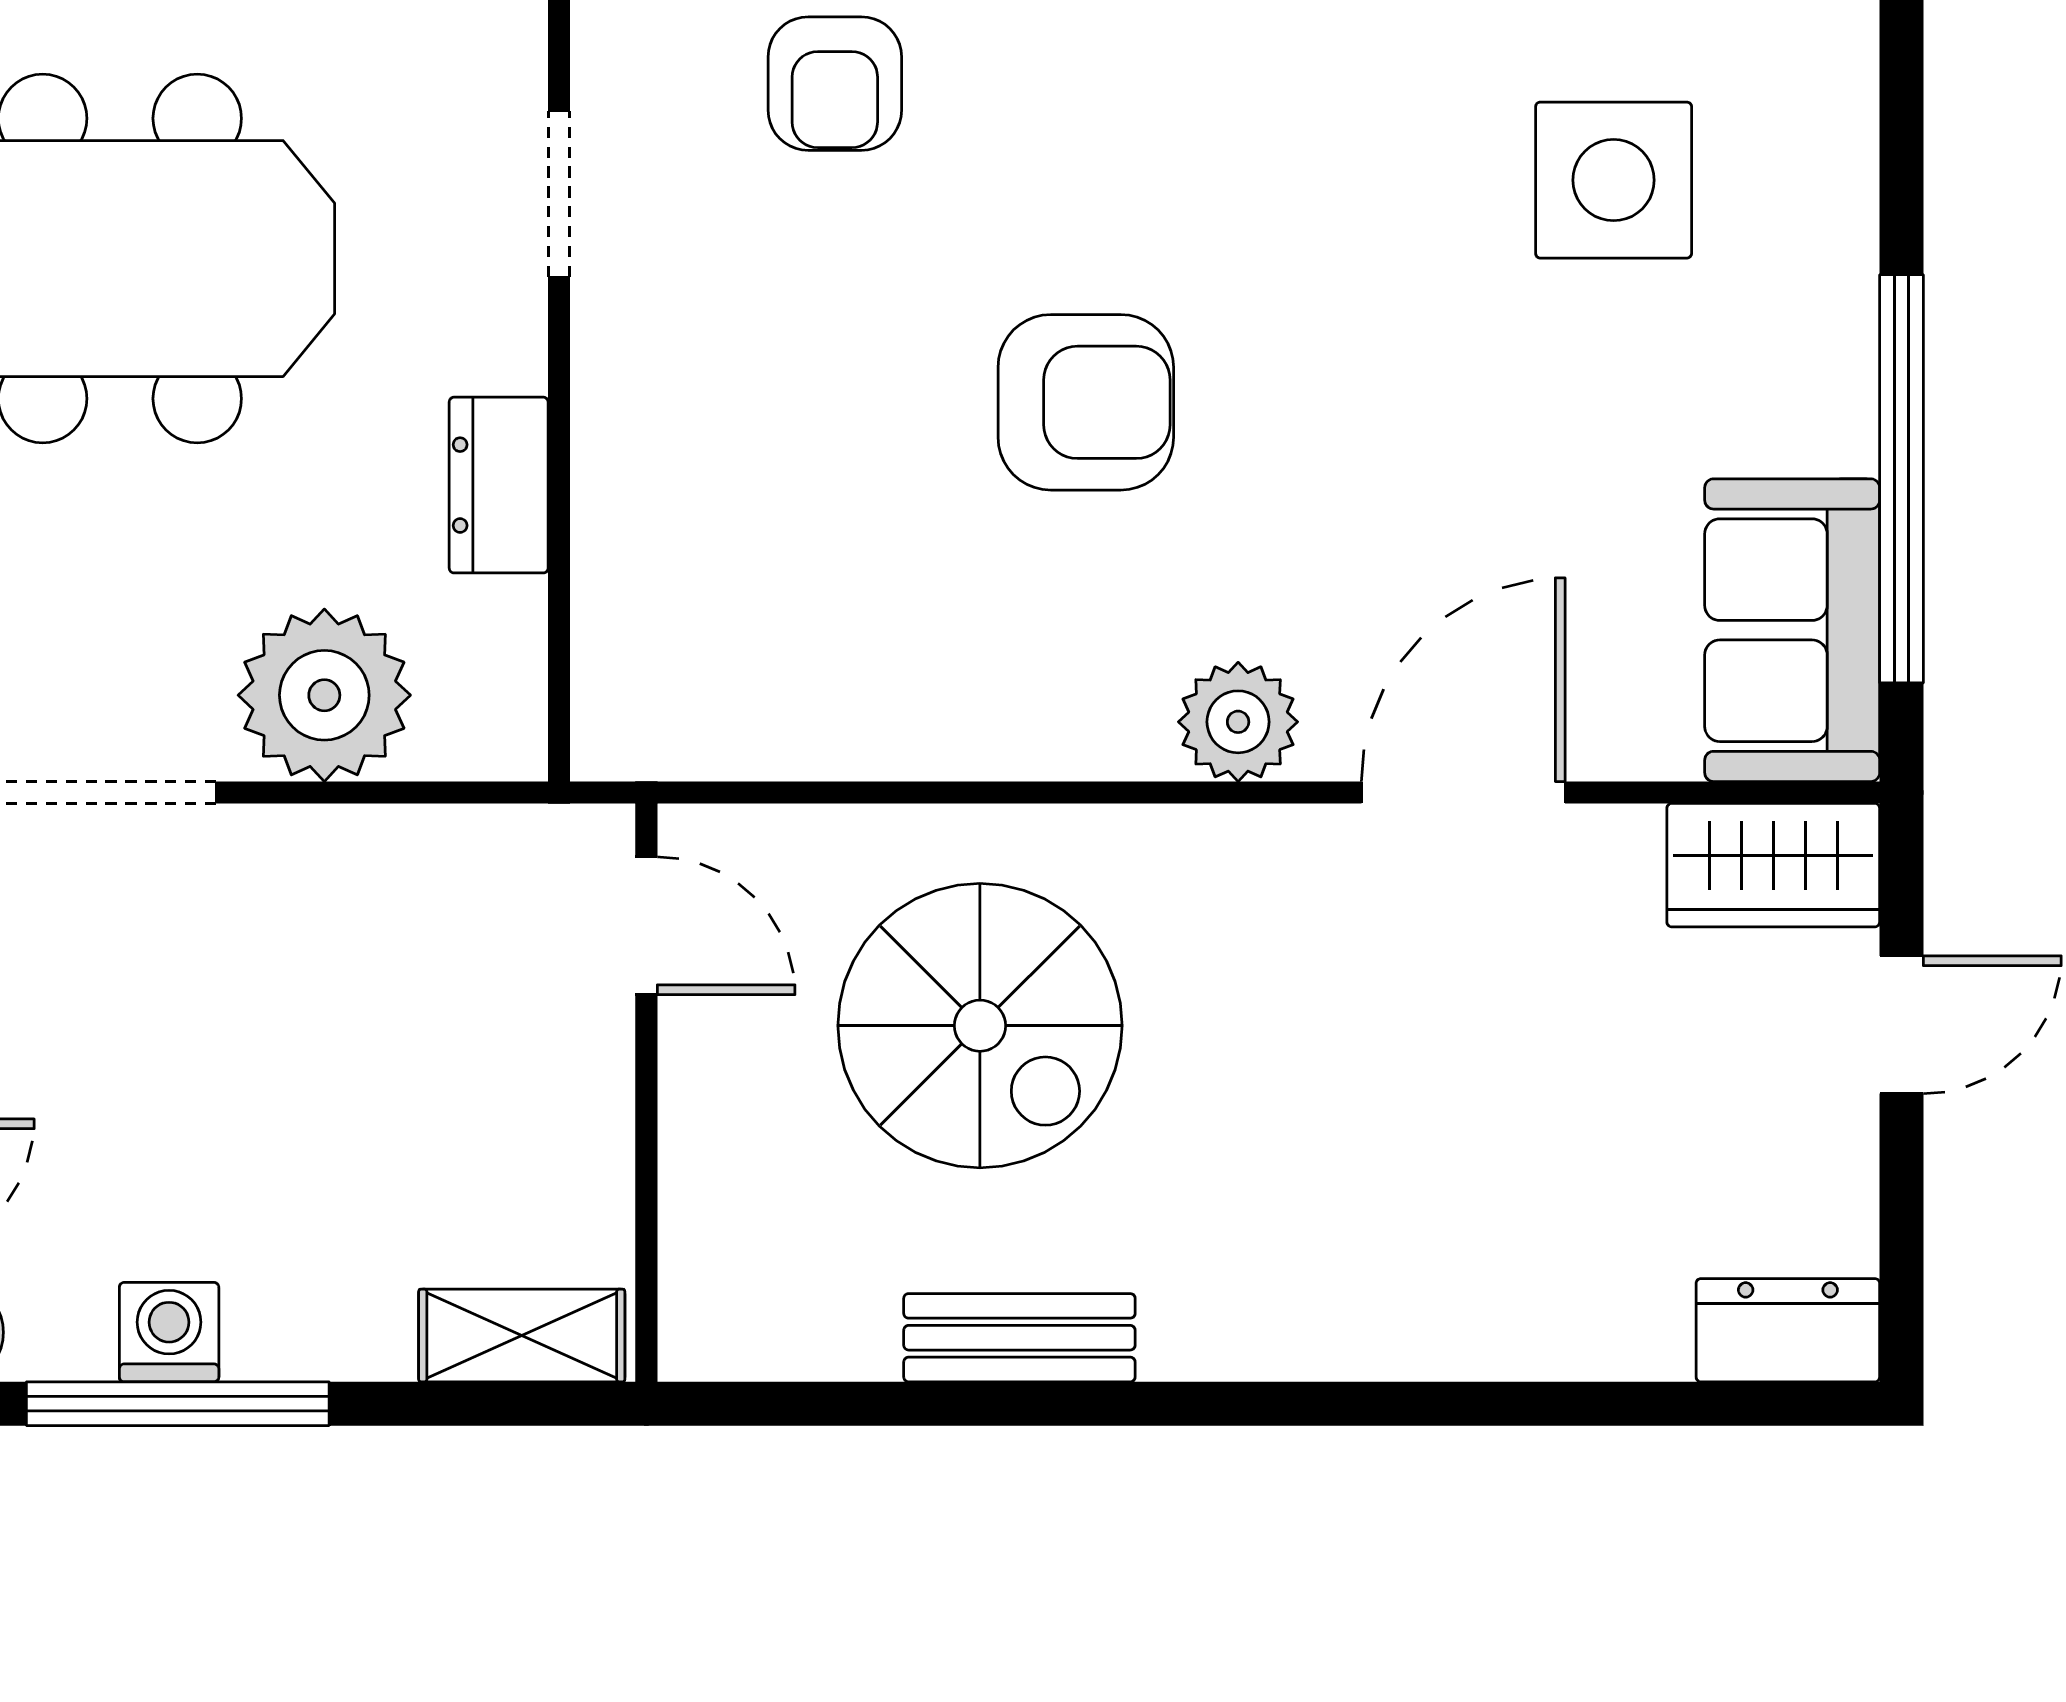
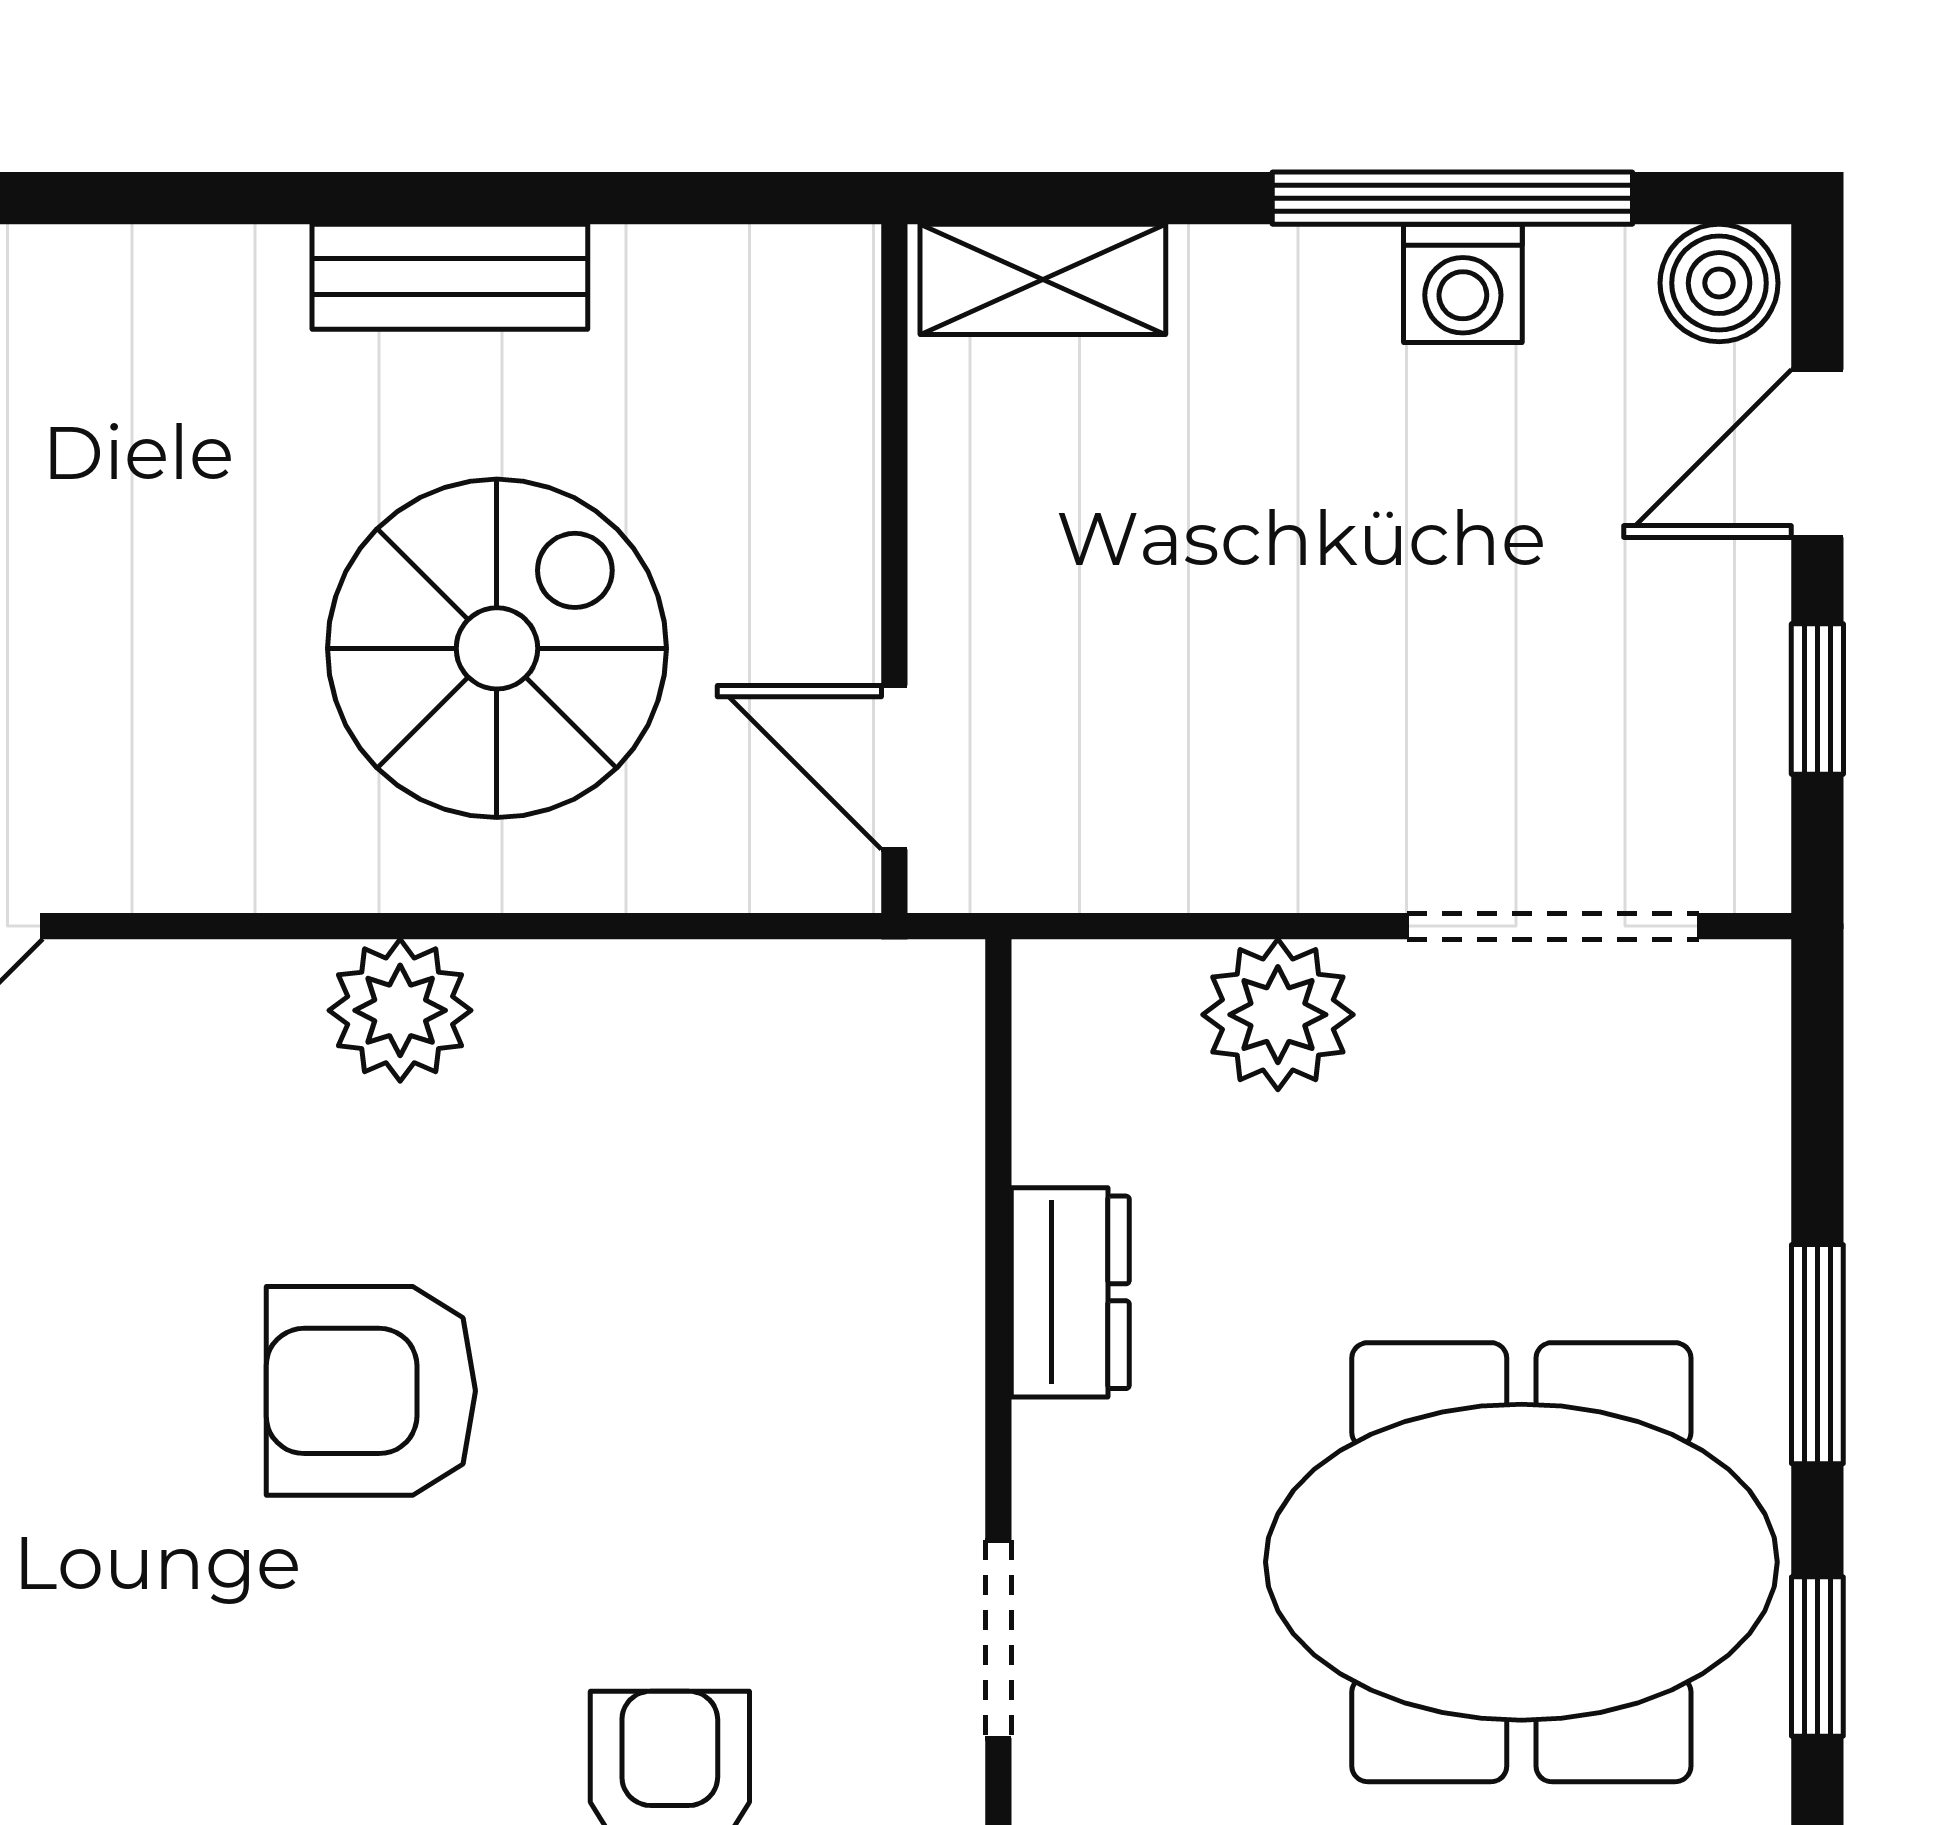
plant: (324, 695) -> (1278, 1015), width x0.73, depth x0.73
plant: (1238, 722) -> (400, 1010), moved
spiral stairs: (980, 1026) -> (497, 648), turned 90

